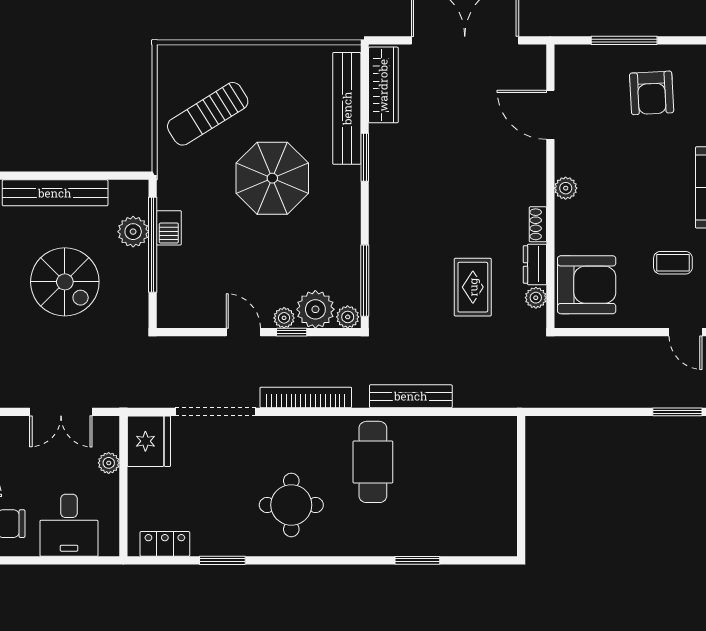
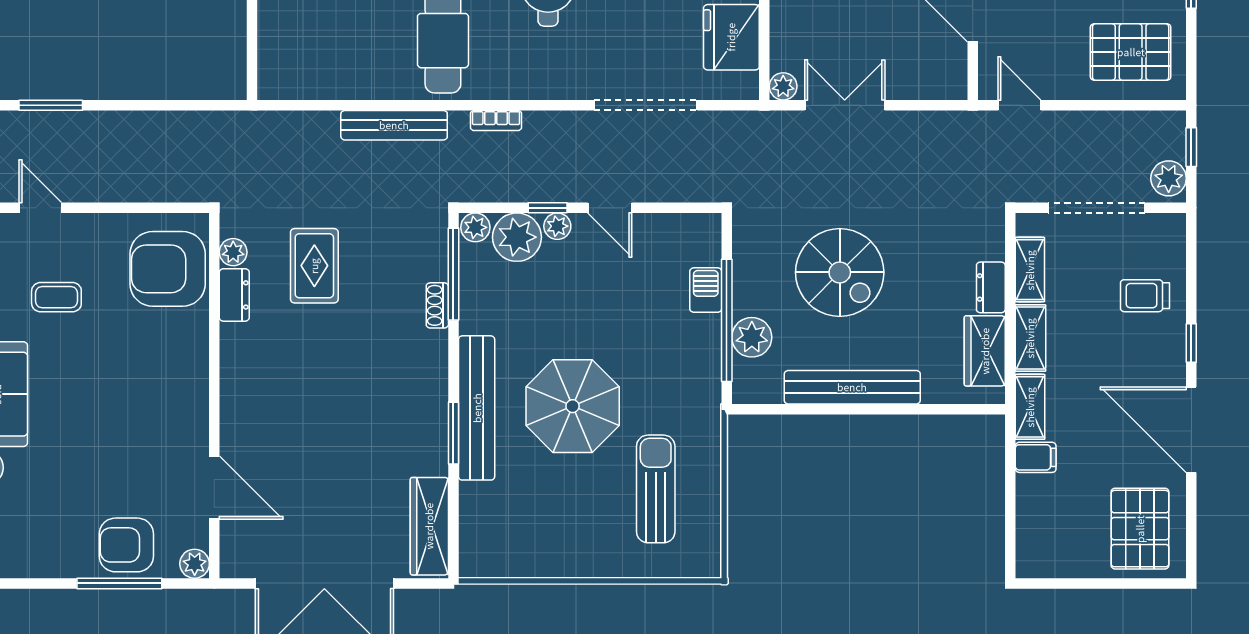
armchair: (652, 93) -> (126, 545), moved, turned -87
bench: (347, 108) -> (477, 408), moved
sun lounger: (208, 114) -> (656, 489), turned -58
plant: (566, 188) -> (195, 564), moved
shoe rack: (538, 224) -> (437, 305), moved, turned 180
barbecue: (169, 228) -> (706, 290), moved
spiral stairs: (65, 282) -> (840, 272), turned 180
bookcase: (306, 397) -> (496, 121), width x0.43, depth x0.76
fridge: (149, 441) -> (731, 37), moved
plant: (109, 463) -> (783, 86), moved

